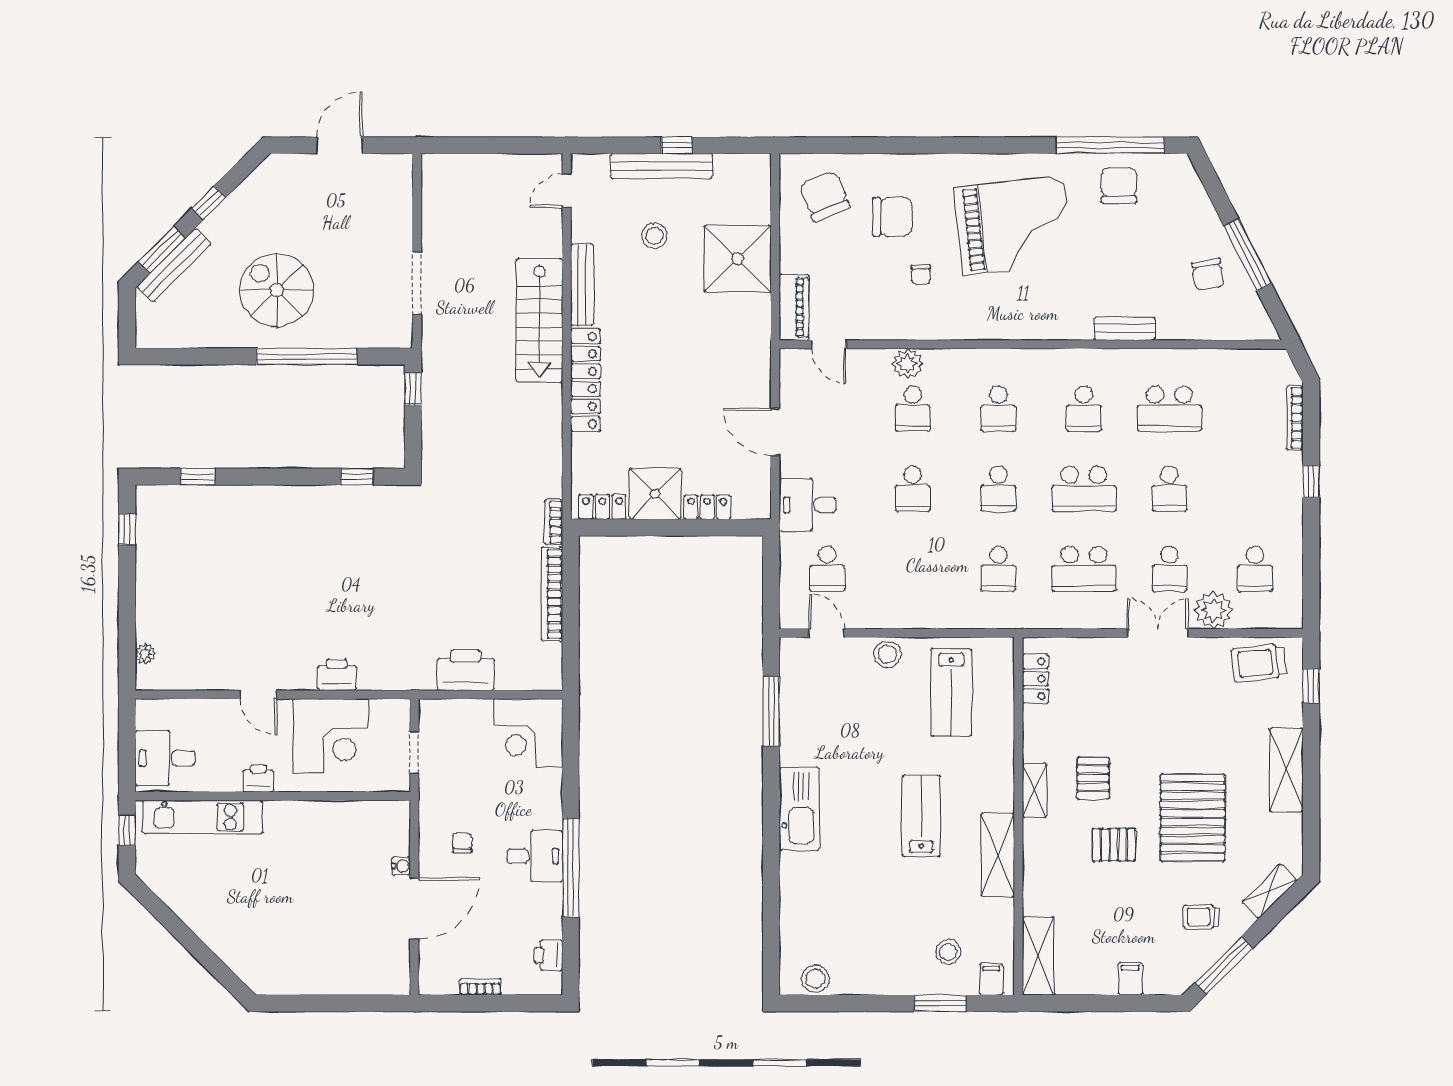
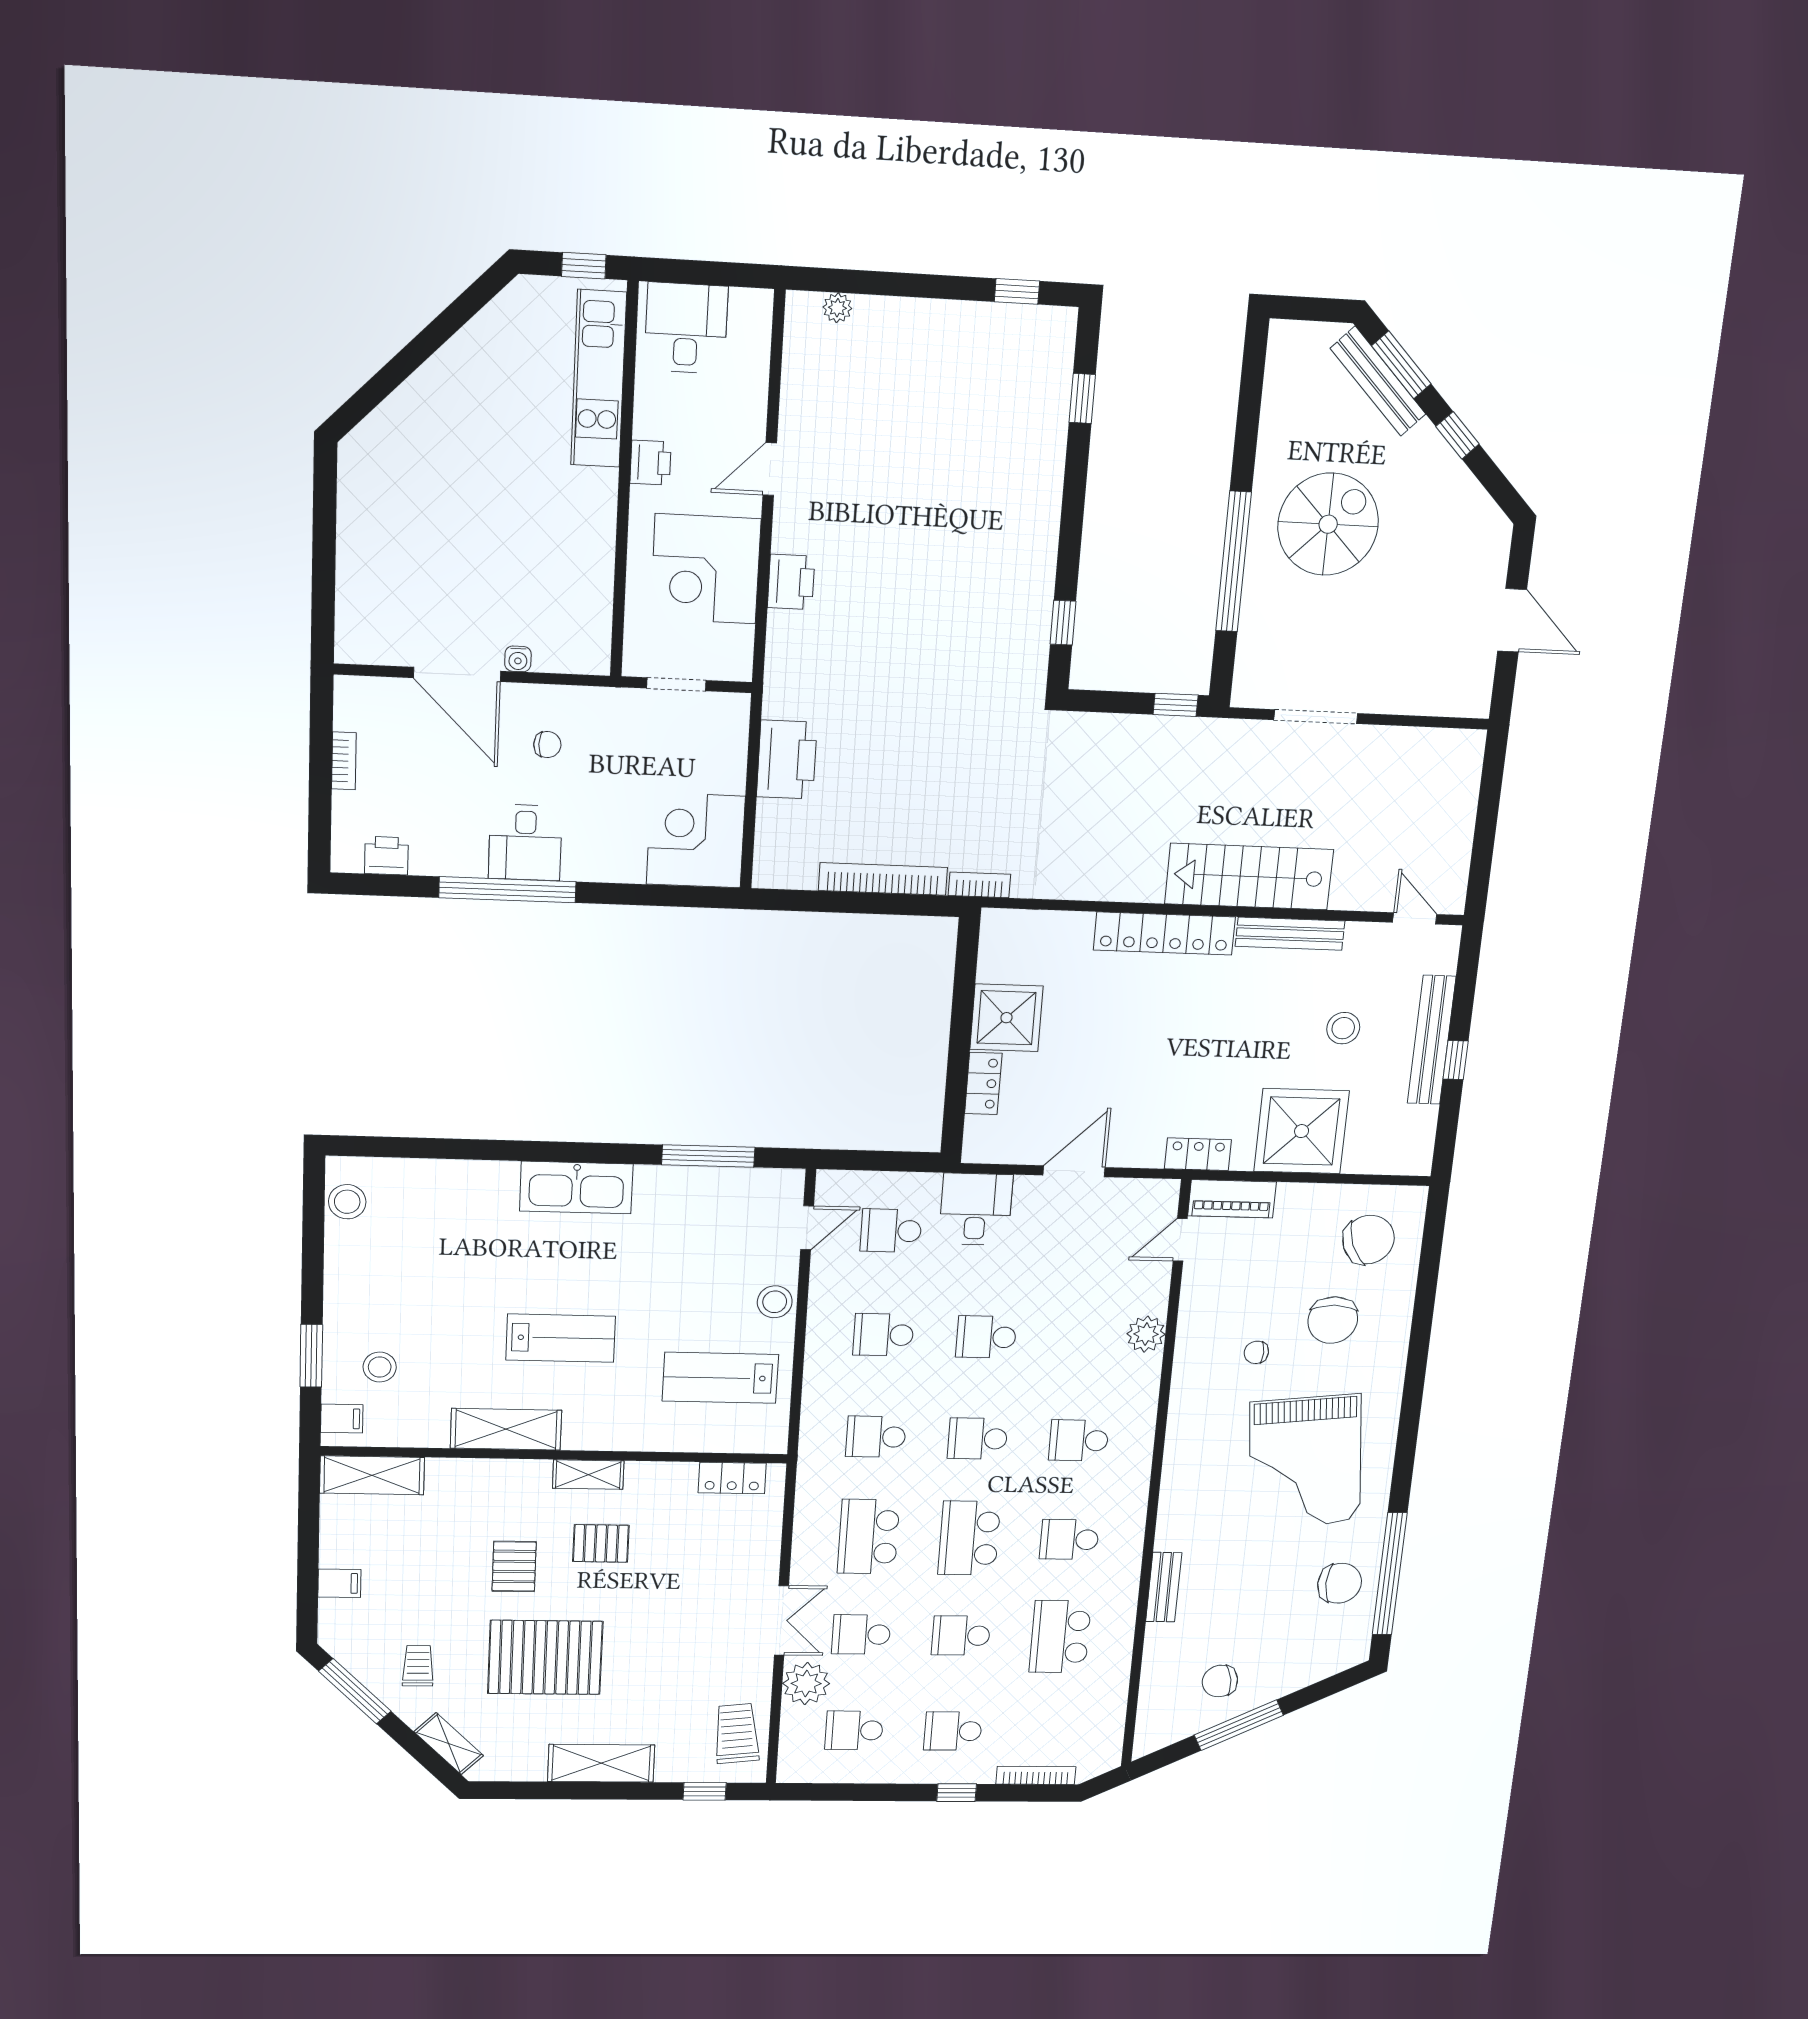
school desk: (913, 409) -> (883, 1335), moved
school desk: (1255, 489) -> (953, 1731), added
locker: (602, 507) -> (1198, 1154), moved, turned -90

